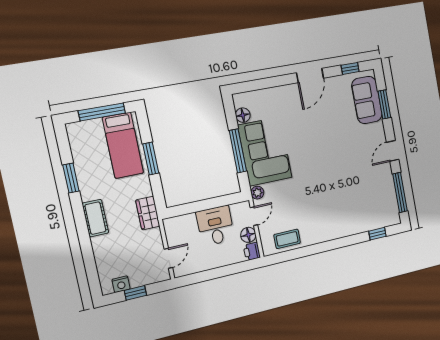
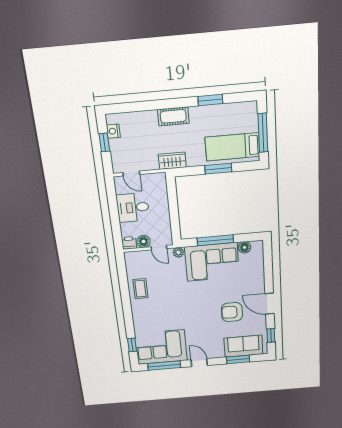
armchair: (325, 120) -> (232, 312), added
corner sofa: (377, 199) -> (161, 347), added
desk: (215, 226) -> (133, 208), moved, turned 180
coffee table: (287, 239) -> (140, 289), moved

